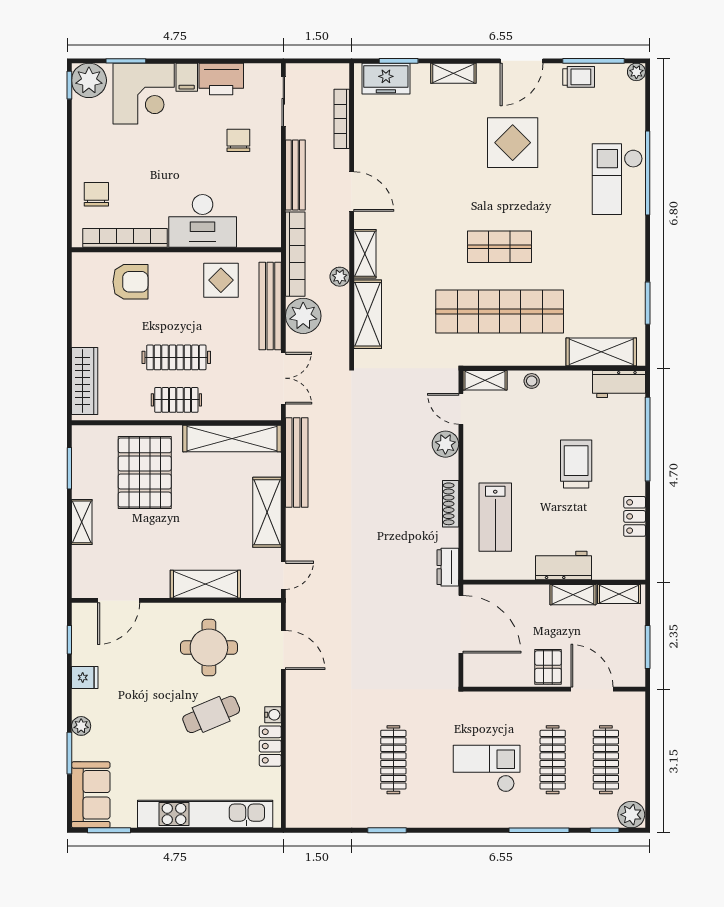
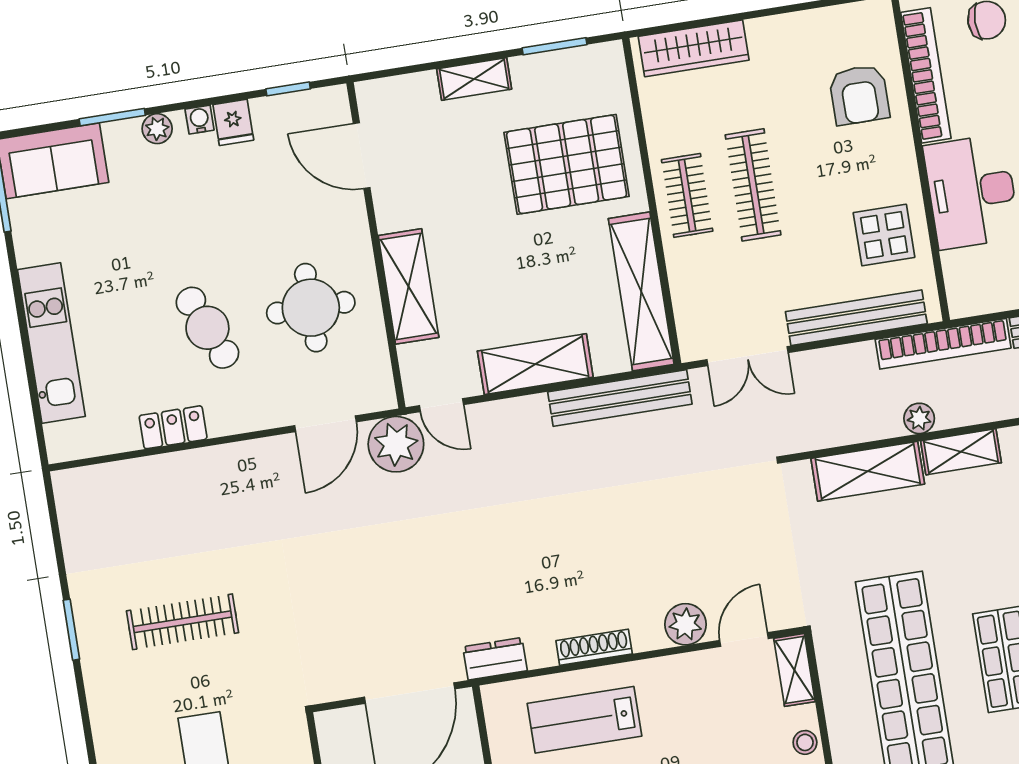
plant: (303, 316) -> (396, 444), moved
water cooler: (273, 715) -> (200, 120), moved, turned 180
kitchen unit: (205, 814) -> (51, 343), width x0.73

